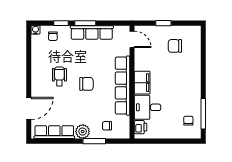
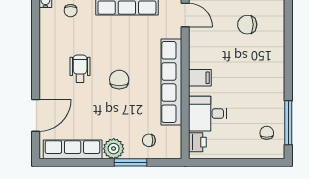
filing cabinet: (142, 83) -> (200, 78), width x0.50
chair: (86, 84) -> (119, 80), turned -90

